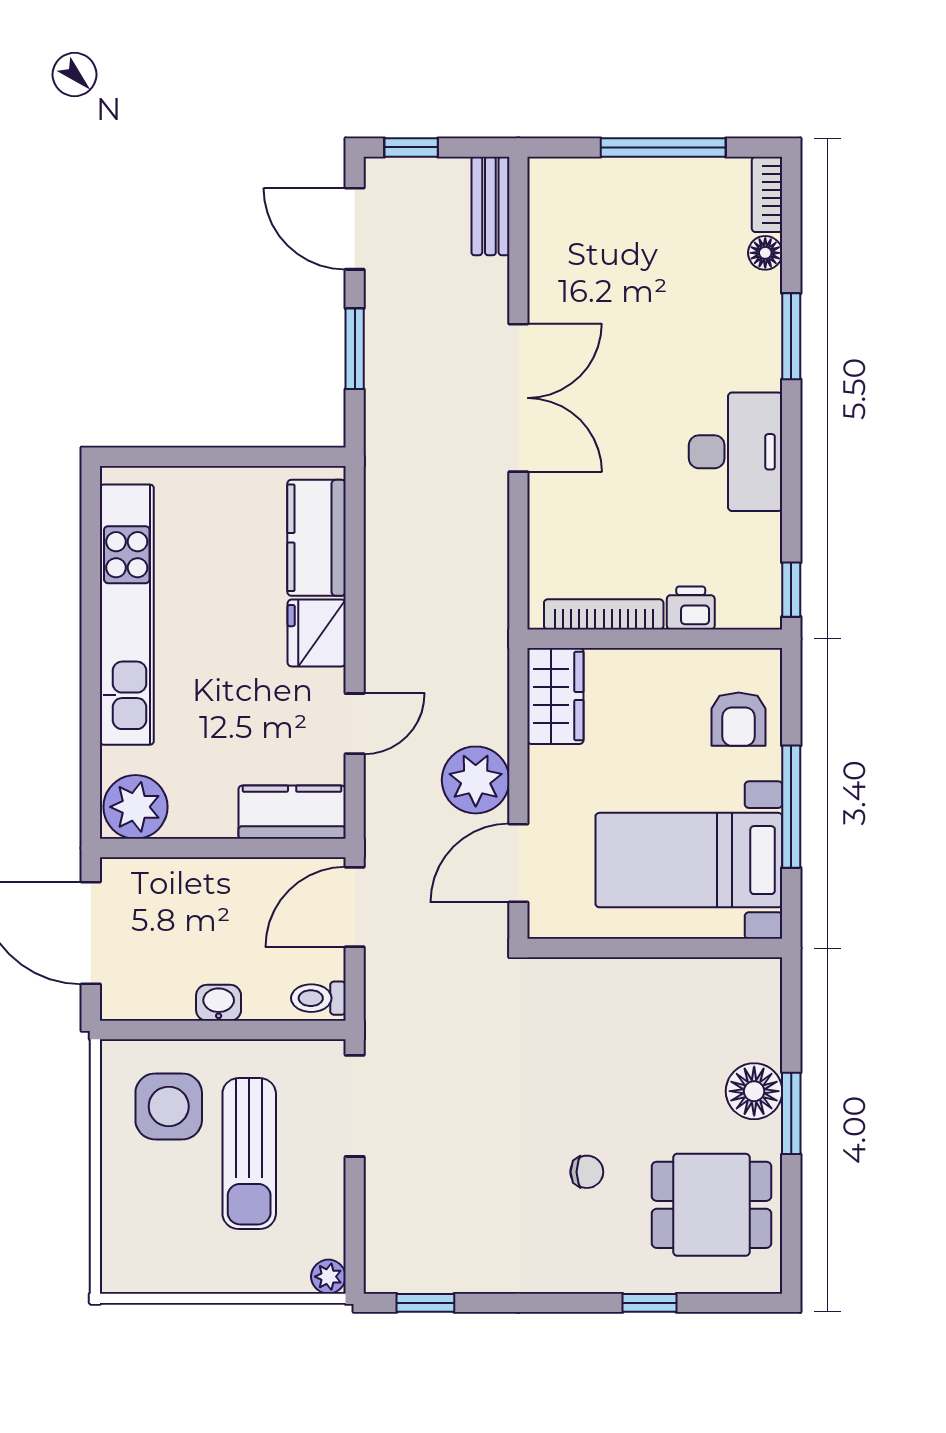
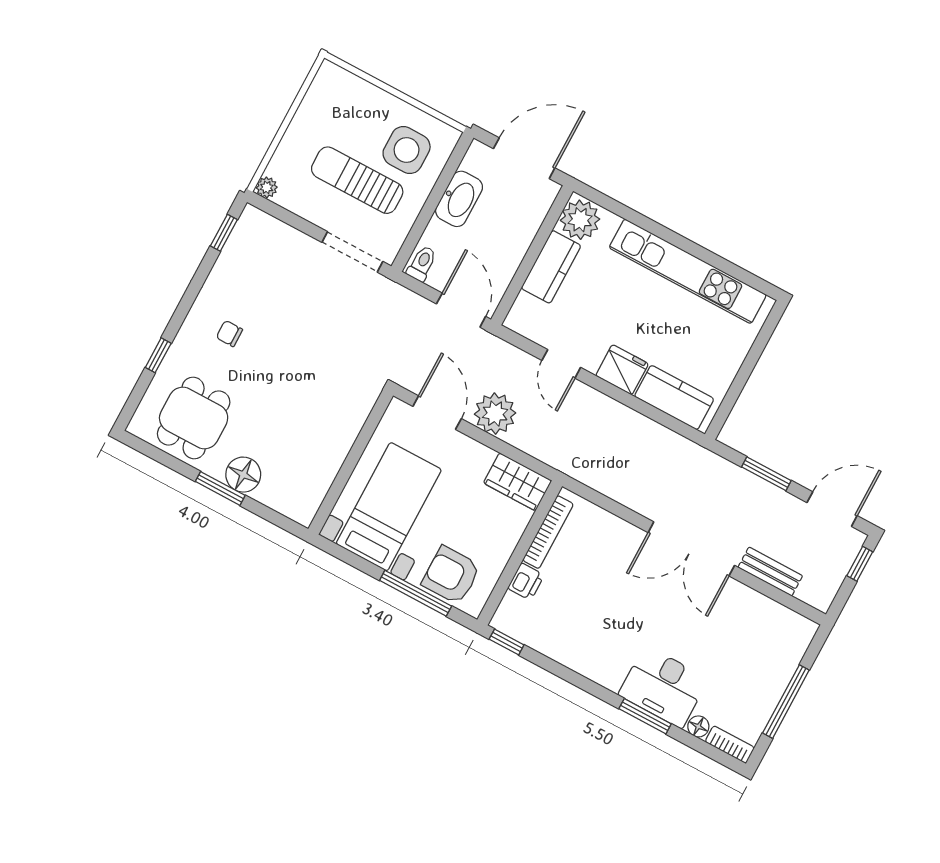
bench: (490, 206) -> (770, 572), moved
desk: (736, 452) -> (663, 687), moved
armchair: (739, 719) -> (451, 575), width x1.38, depth x1.38
window: (791, 807) -> (416, 593), moved
kitchen counter: (292, 812) -> (551, 267), moved
washbasin: (219, 1003) -> (459, 199), width x1.91, depth x1.45
chair: (587, 1172) -> (229, 333), moved, turned 90

